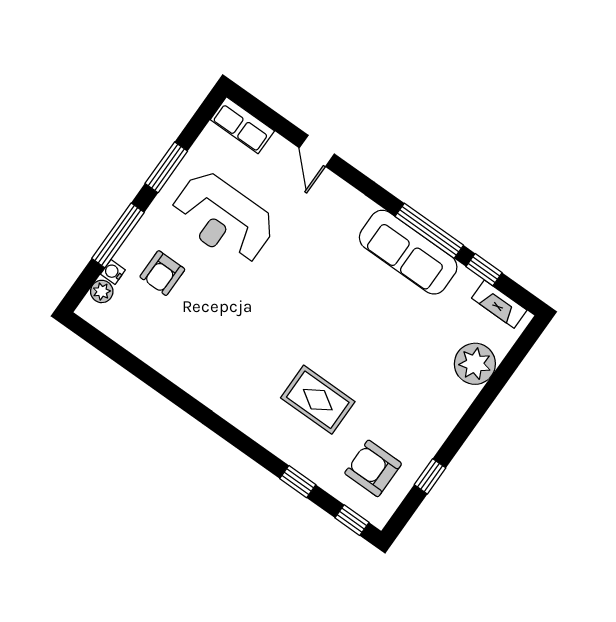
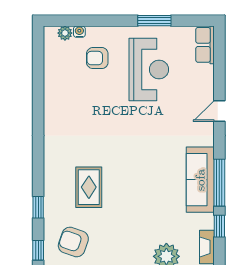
door: (317, 151) -> (219, 111), moved
reception desk: (223, 218) -> (149, 70), turned 180
window: (118, 235) -> (101, 21), removed
armchair: (373, 468) -> (73, 242), turned -71

